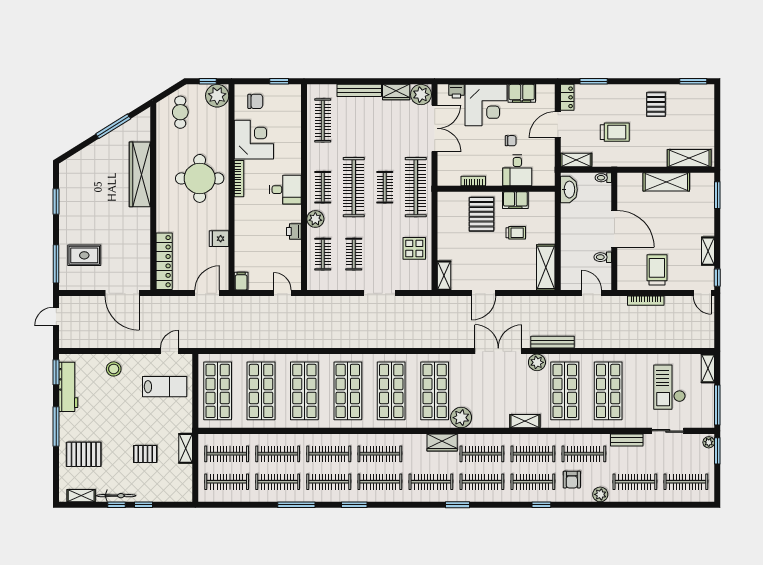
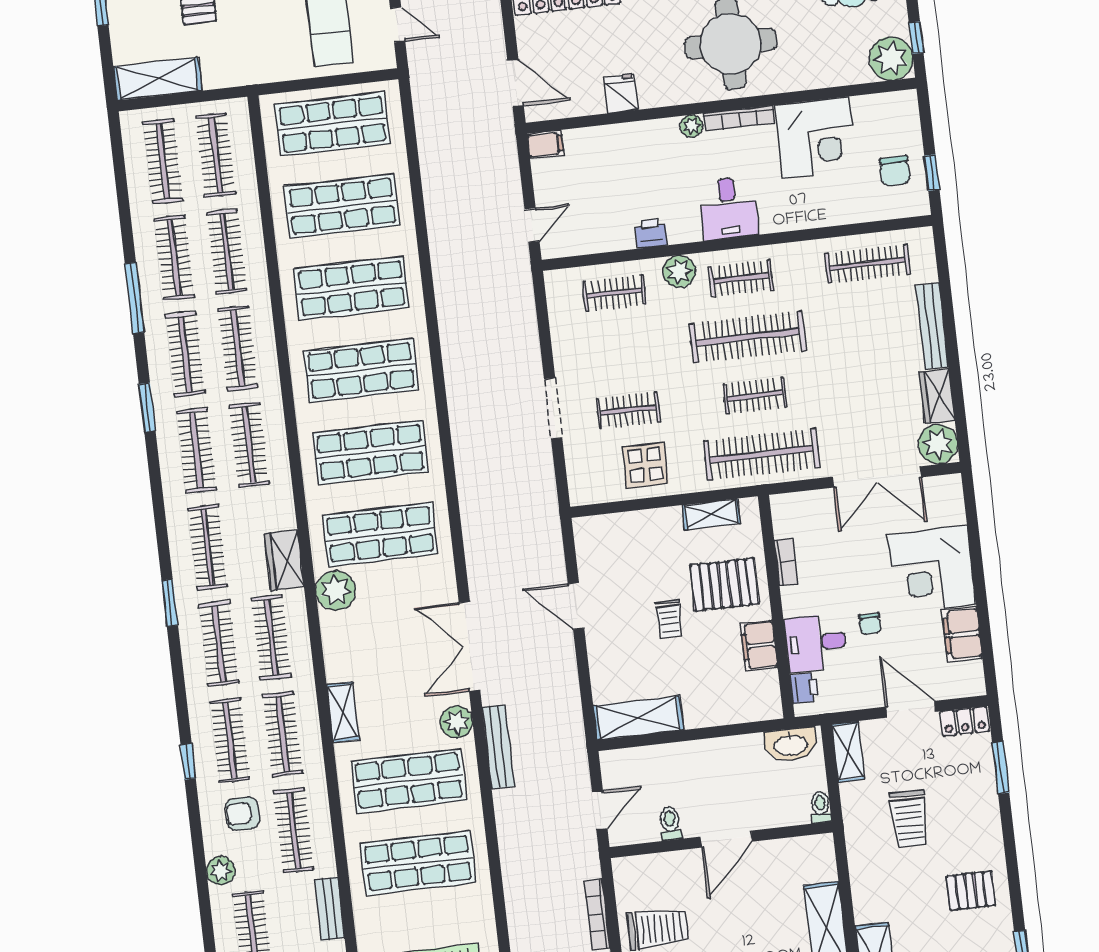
printer: (456, 91) -> (804, 688), moved, turned 180
chair: (255, 101) -> (895, 171), moved
plant: (240, 204) -> (691, 126), added
door: (614, 229) -> (726, 839), width x0.73
trolley: (516, 233) -> (669, 619), moved
clothes rail: (354, 254) -> (628, 410), moved
shelving: (444, 276) -> (711, 514), moved
double door: (498, 351) -> (469, 646), swing flipped
shelving: (186, 448) -> (158, 79), moved, width x1.50, depth x1.33

